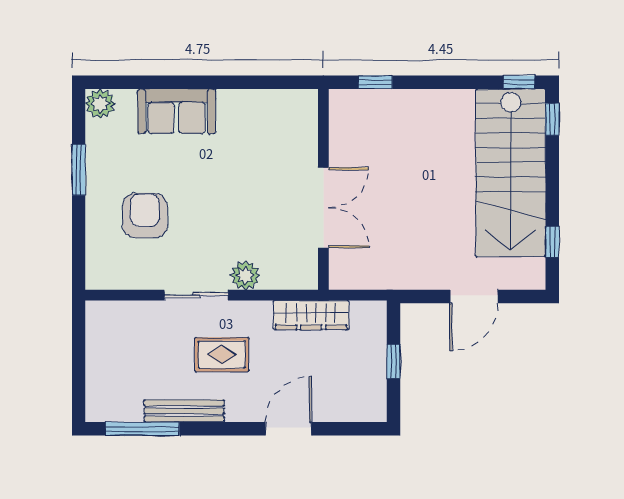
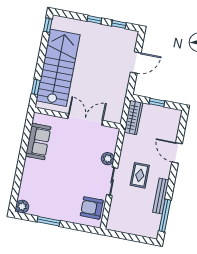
sofa: (176, 111) -> (38, 141), moved
window: (552, 119) -> (94, 20), moved
stairs: (511, 173) -> (58, 68), moved, turned -90
armchair: (145, 215) -> (92, 208), moved
door: (474, 296) -> (136, 63), hinge flipped
wardrobe: (311, 315) -> (133, 117), moved

